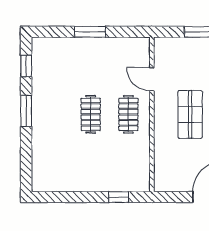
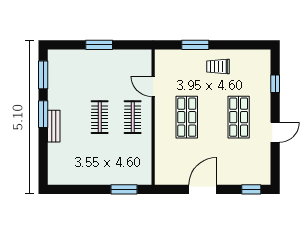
window: (26, 66) -> (43, 75), width x1.50
bench: (38, 125) -> (54, 126), added
window: (119, 197) -> (124, 189), width x1.50

